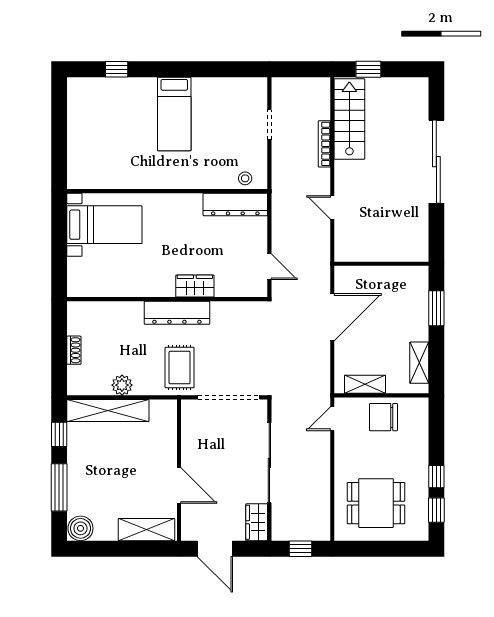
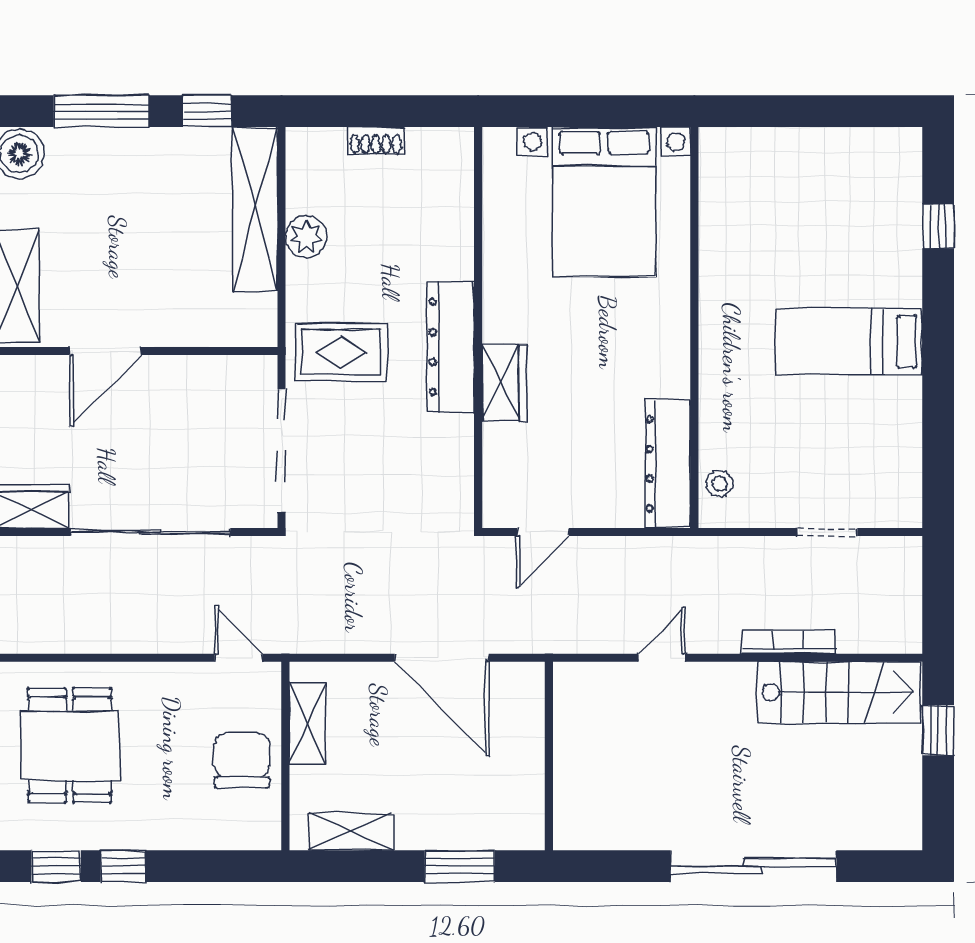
bed with nightstands: (104, 225) -> (604, 202), width x1.36

